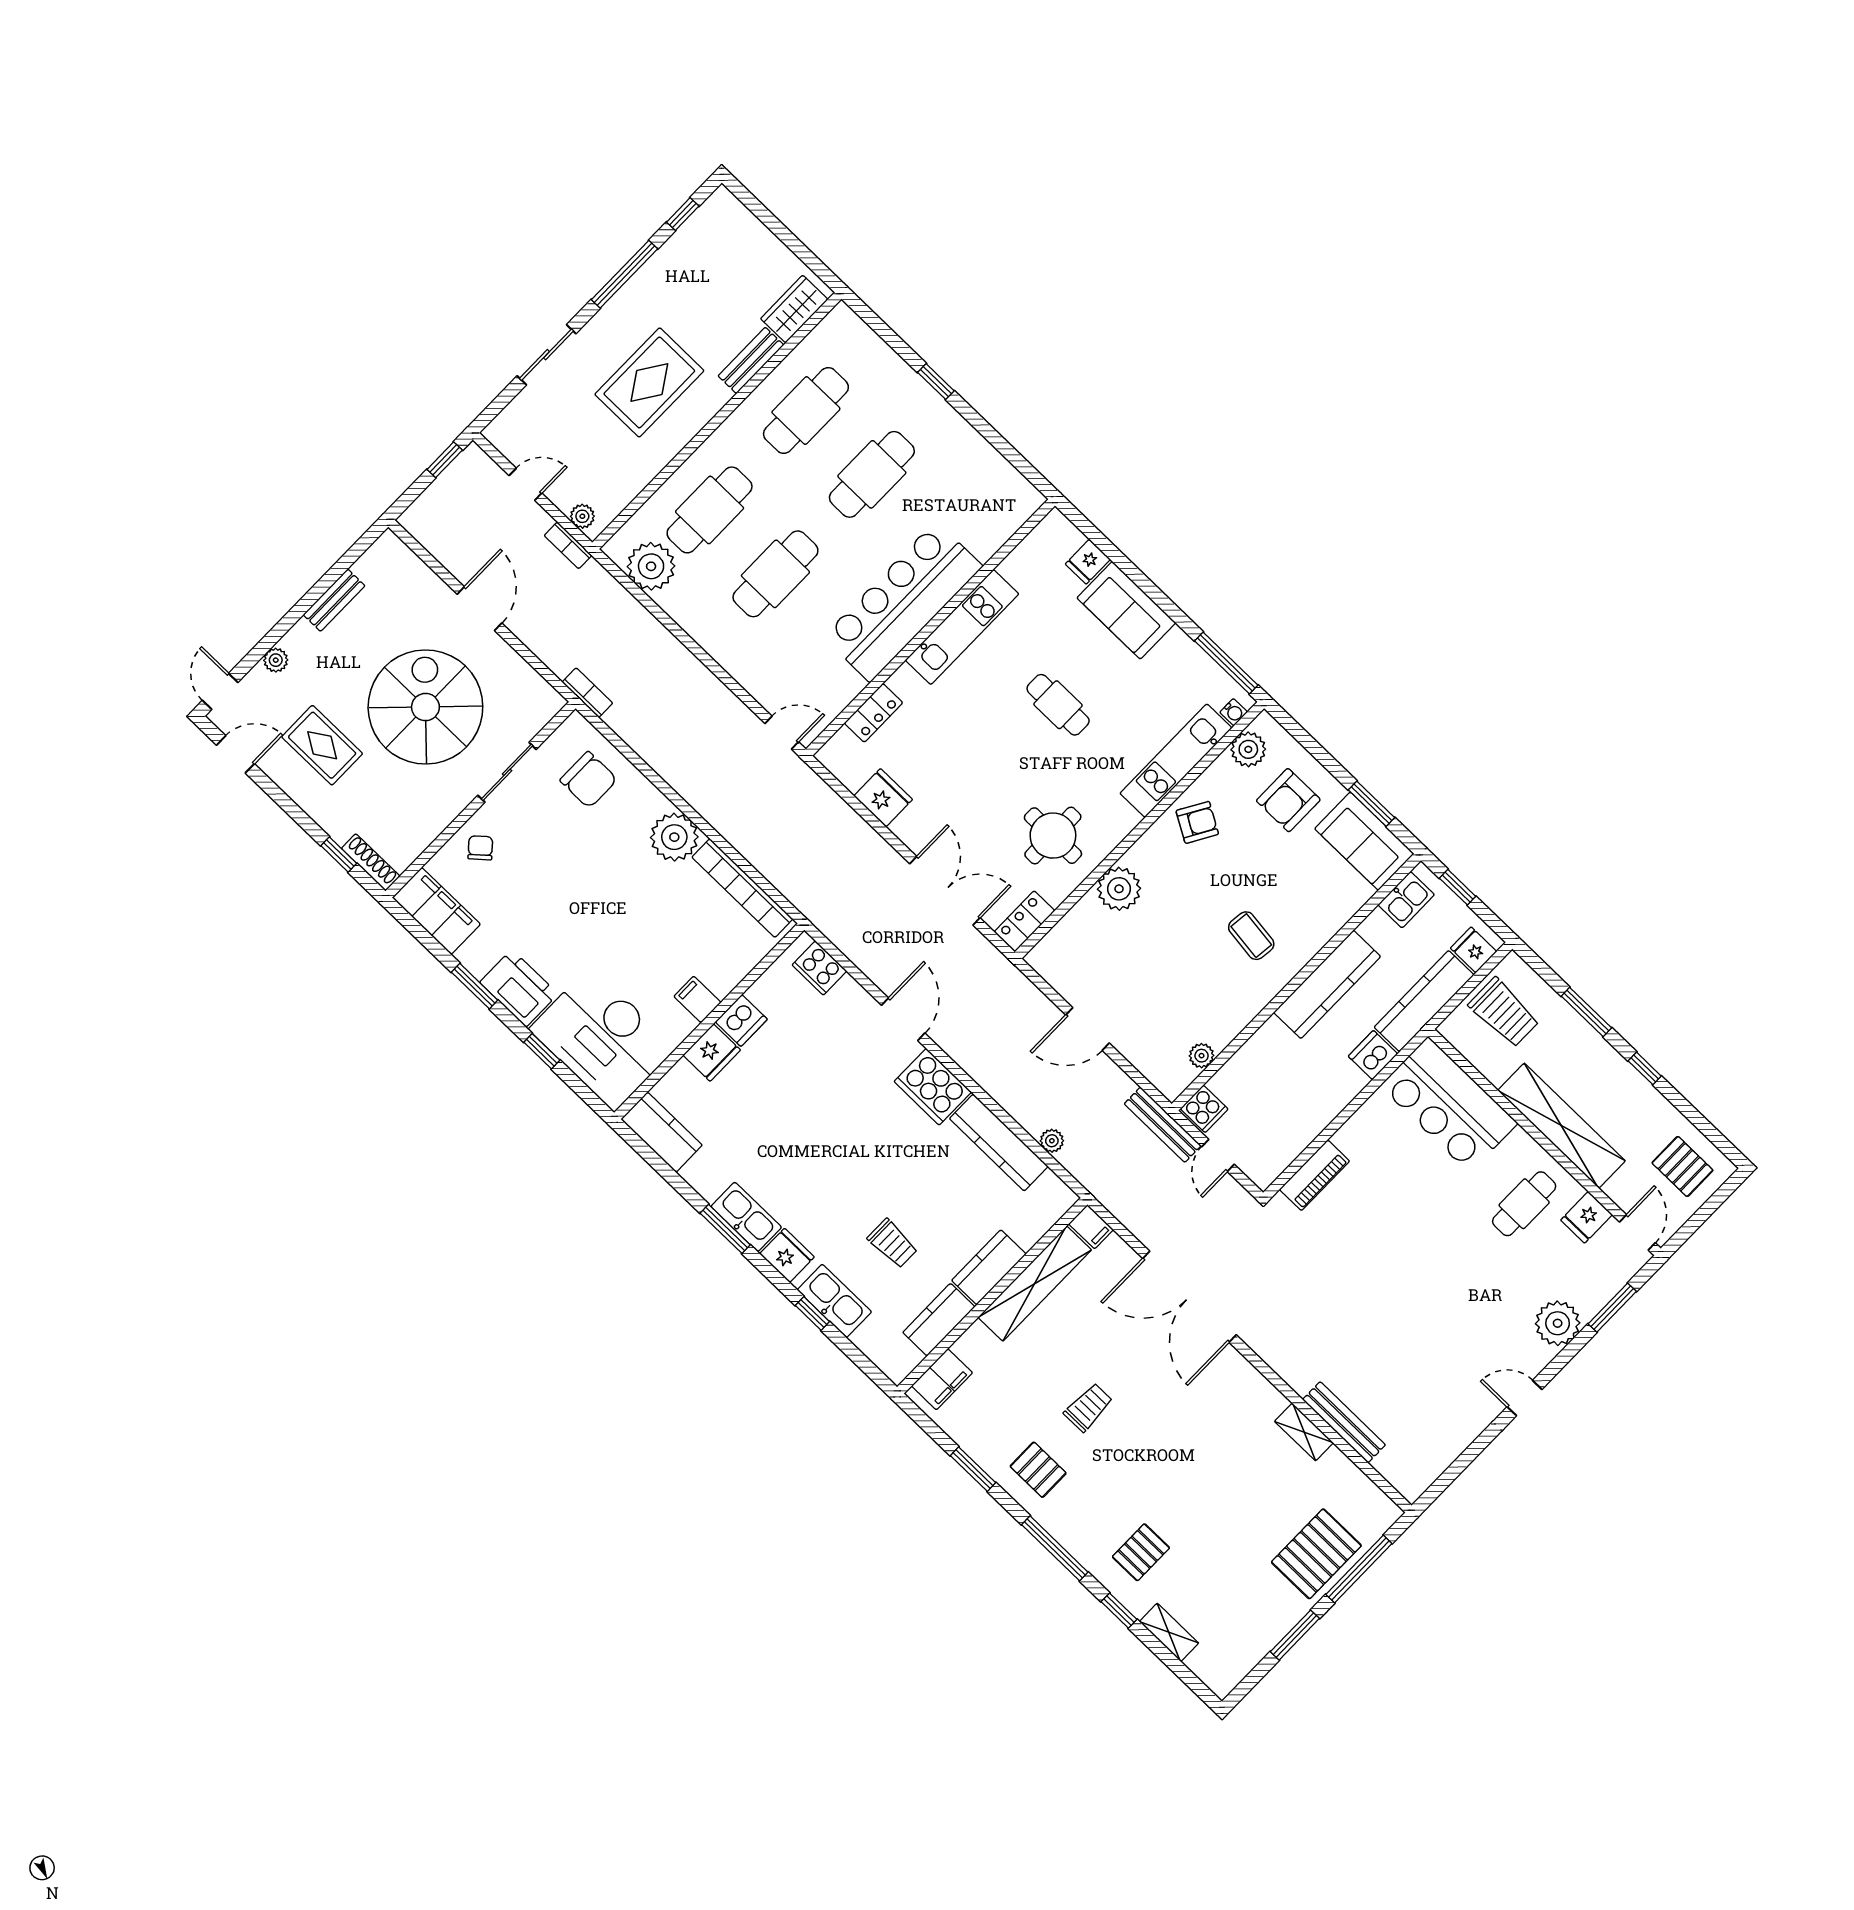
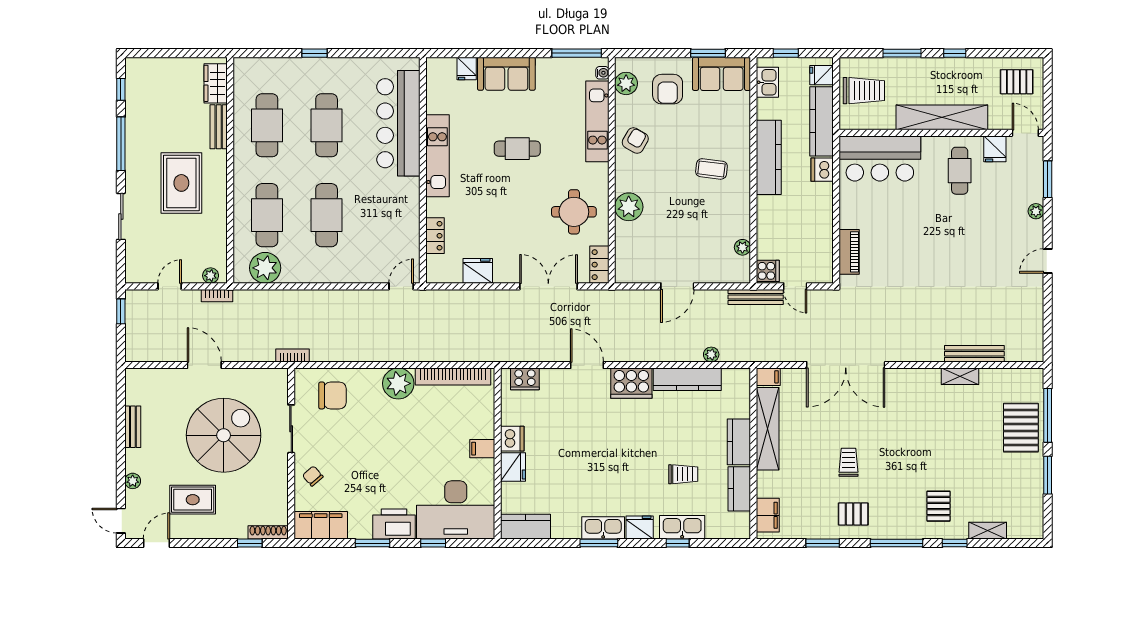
bar counter: (903, 602) -> (398, 123), moved
spiral stairs: (425, 707) -> (224, 435), turned 90
plant: (1558, 1323) -> (1036, 211), width x0.53, depth x0.53

